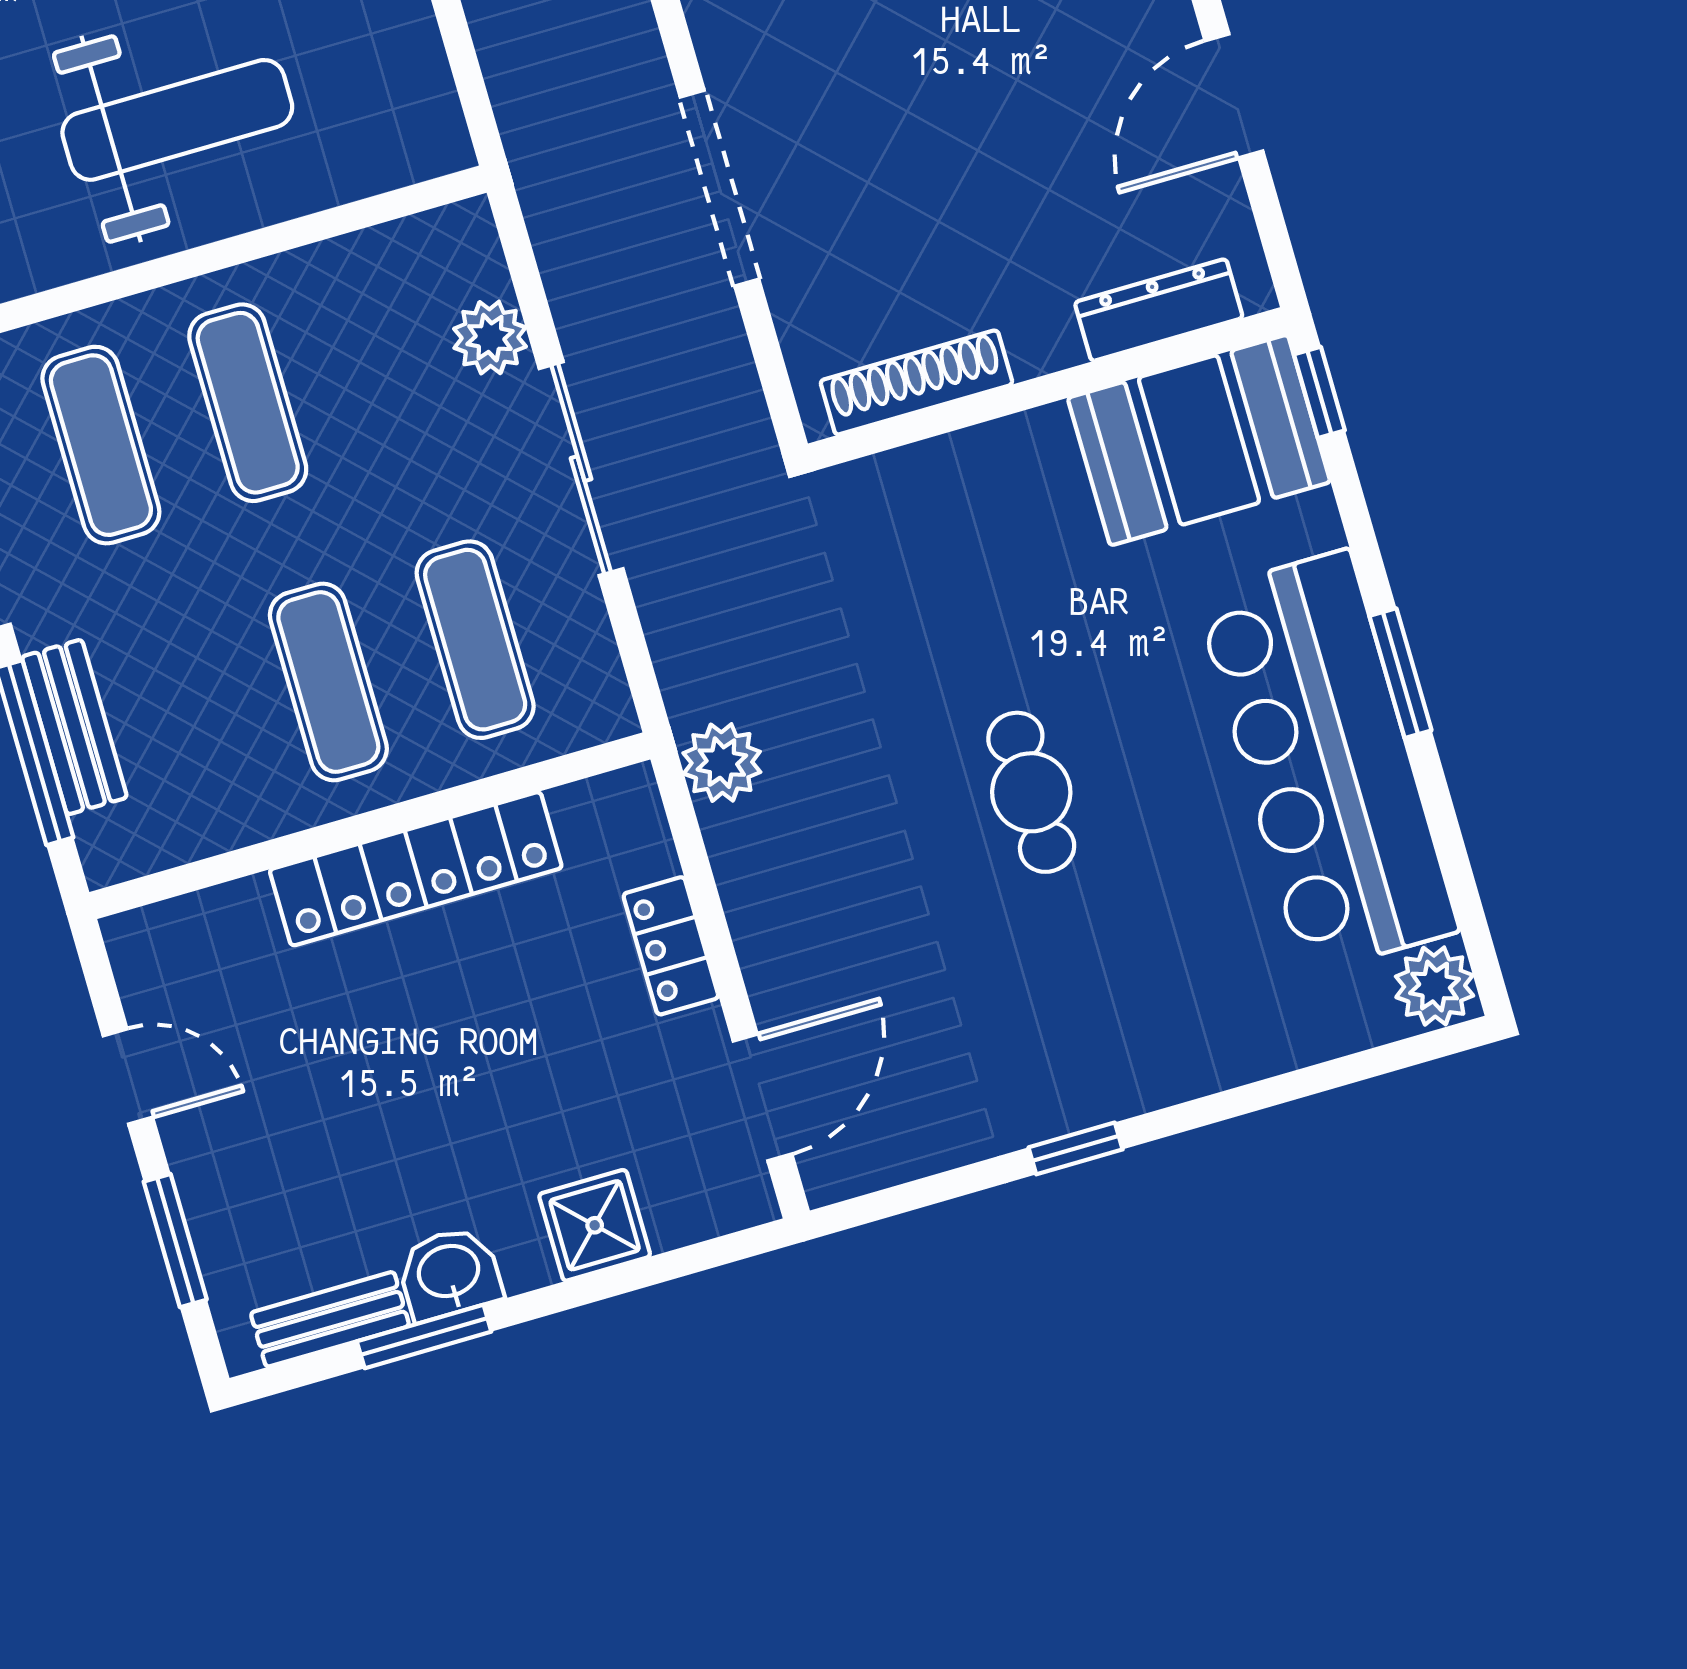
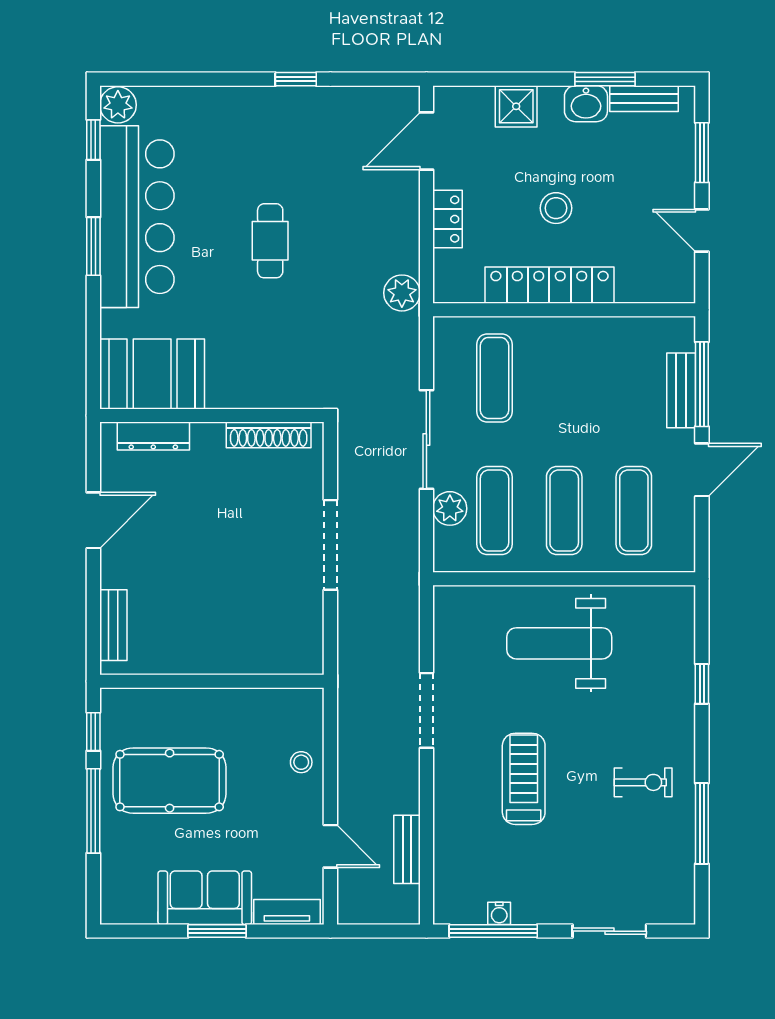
window: (1319, 392) -> (93, 140), moved
exercise mat: (328, 682) -> (494, 511), moved
stool: (449, 1035) -> (556, 208), added

